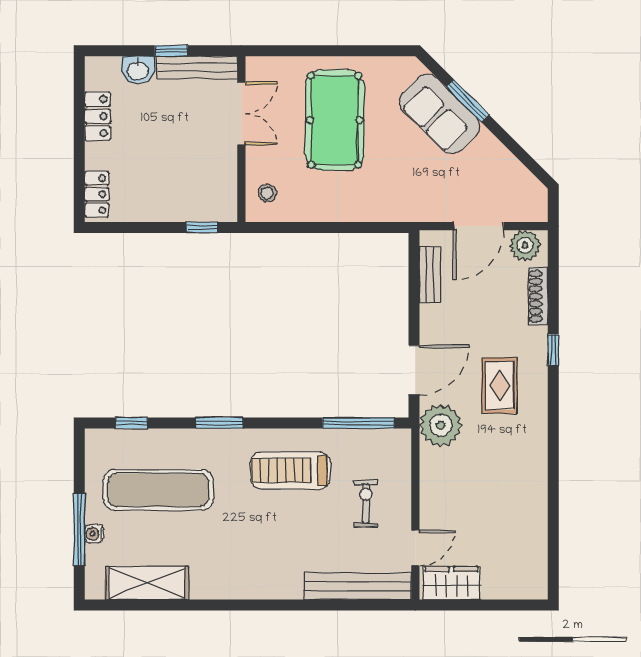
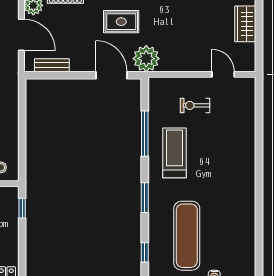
window: (358, 423) -> (145, 134), moved
treadmill: (290, 470) -> (175, 153), turned 180
shelving: (147, 583) -> (245, 243), removed
wardrobe: (451, 583) -> (245, 24), moved
bench: (358, 586) -> (247, 111), removed

